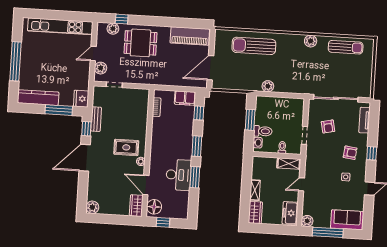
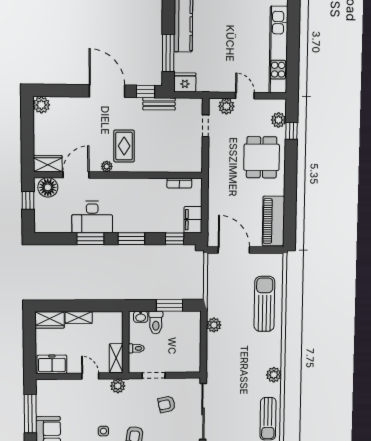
plant: (307, 221) -> (118, 386), moved

